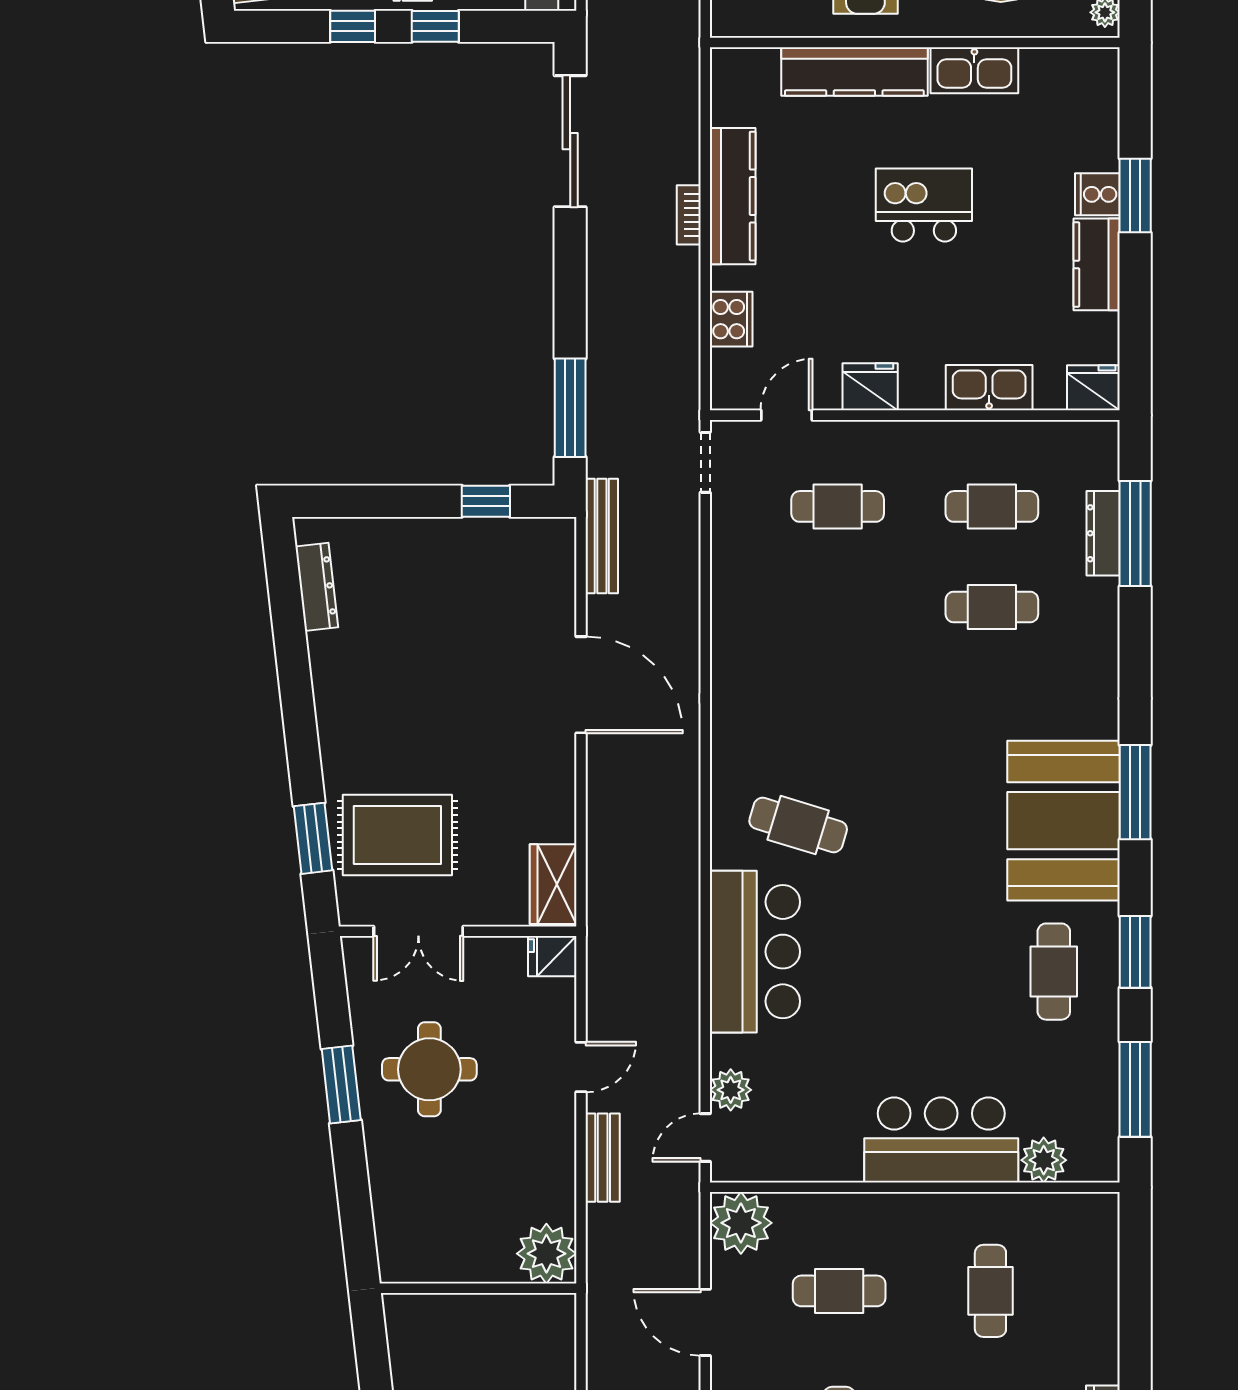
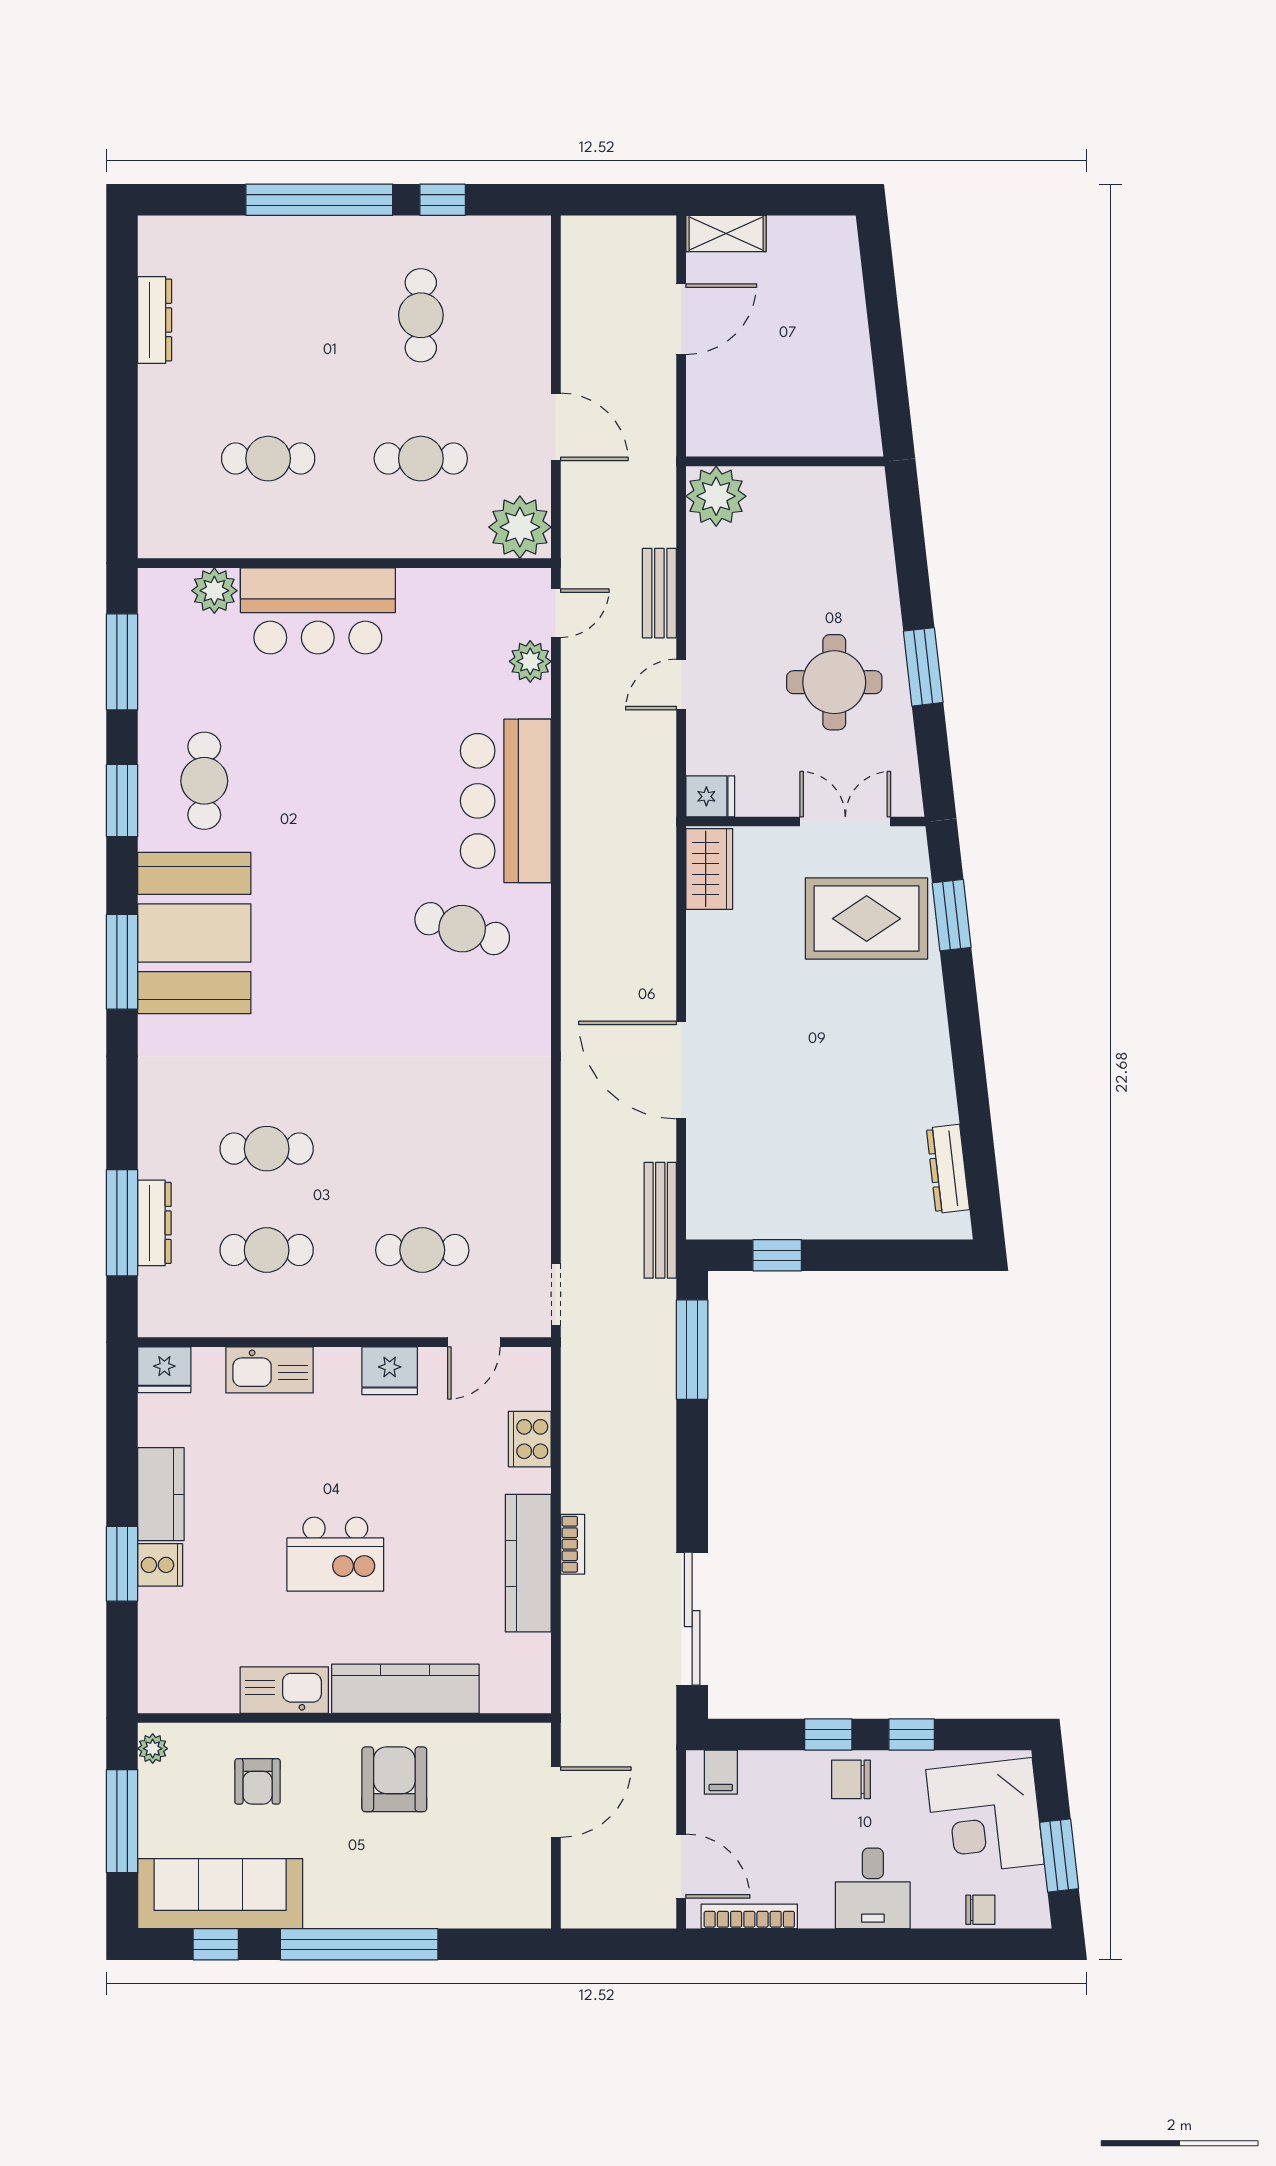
cafe table: (990, 1291) -> (268, 459), turned 90

